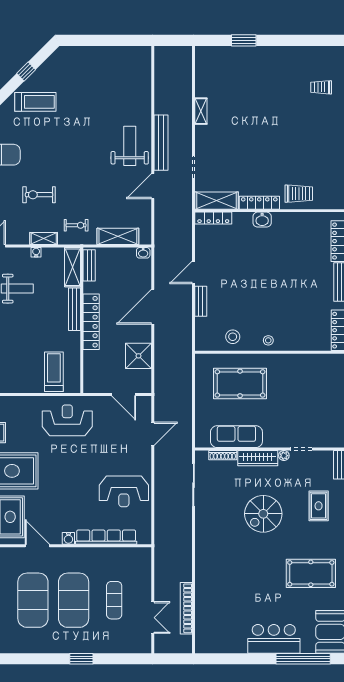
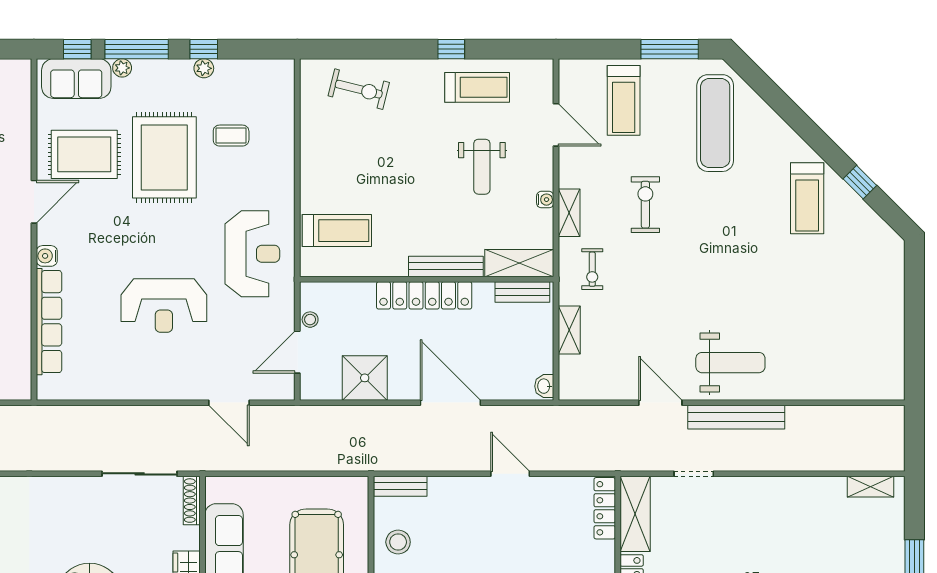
shelving: (201, 111) -> (871, 487), moved
shelving: (118, 236) -> (569, 330), width x0.67, depth x0.75
bench: (201, 301) -> (400, 486), moved
stool: (105, 387) -> (310, 320), added
shoe rack: (223, 455) -> (192, 501), moved
reception desk: (124, 491) -> (164, 306), moved, turned -90

